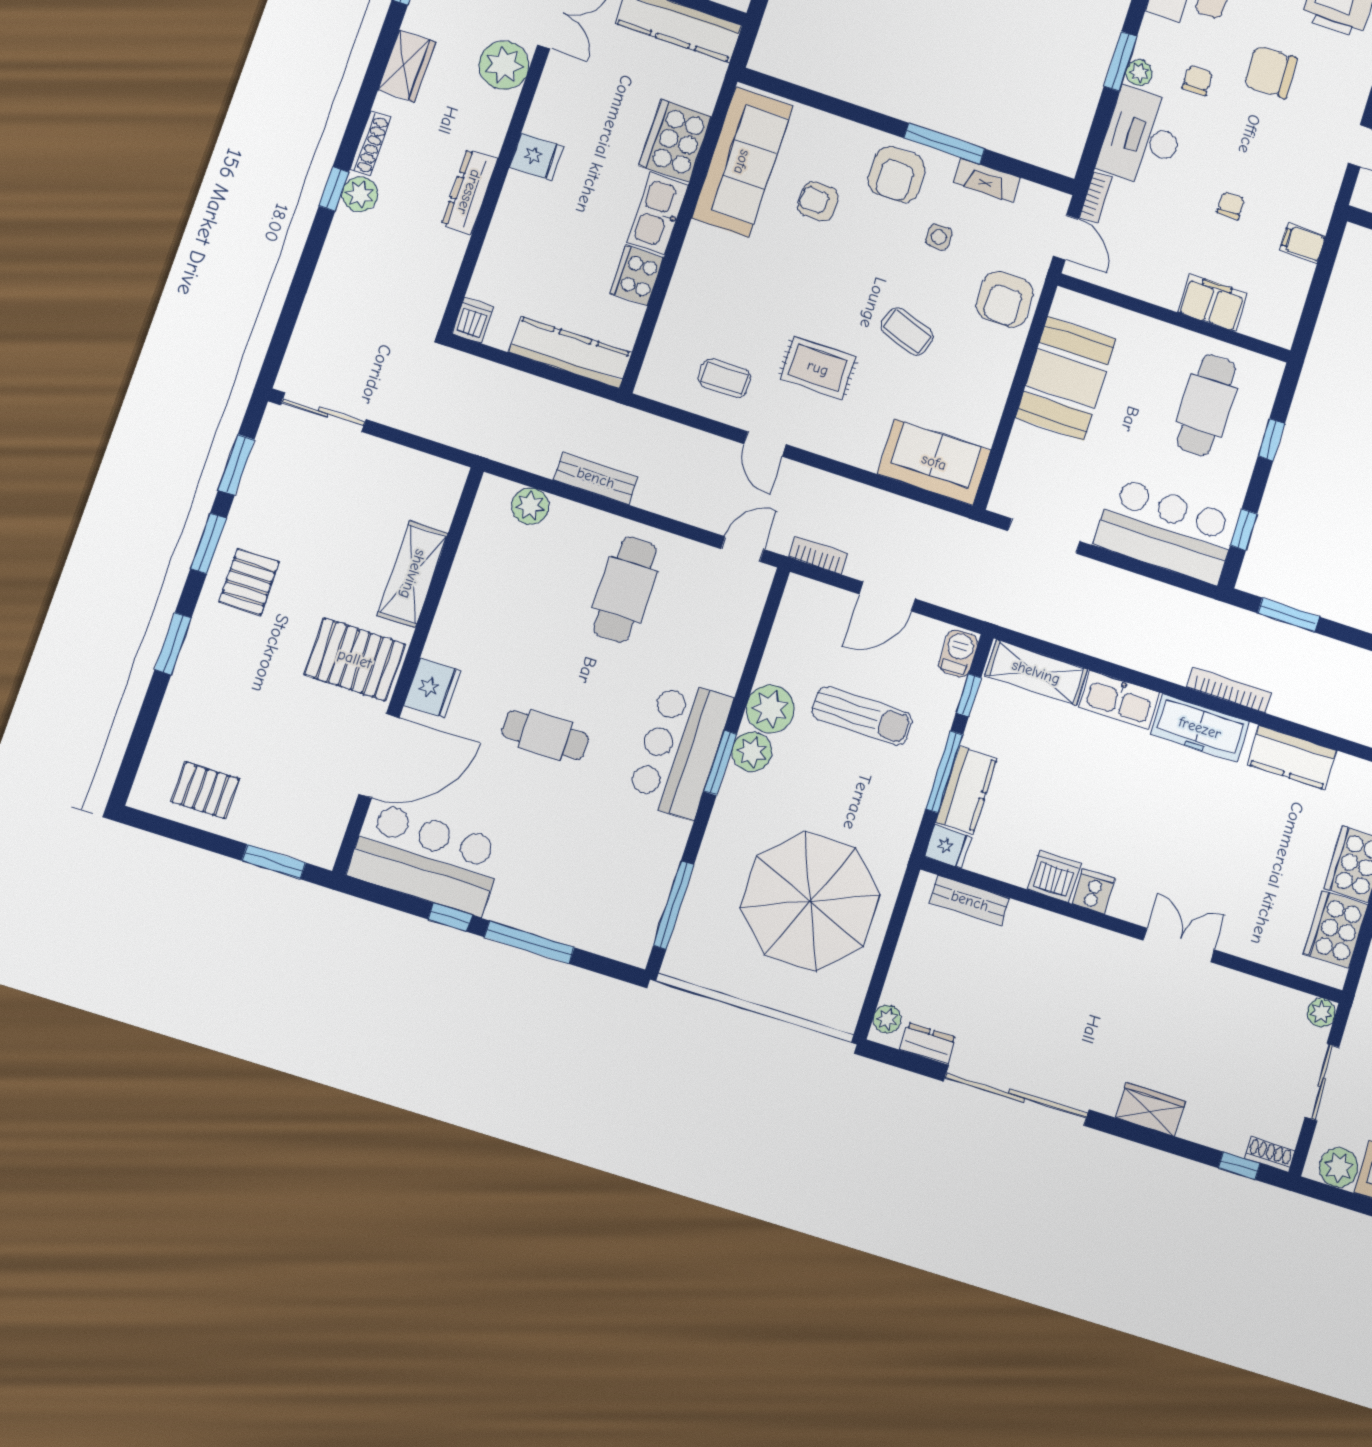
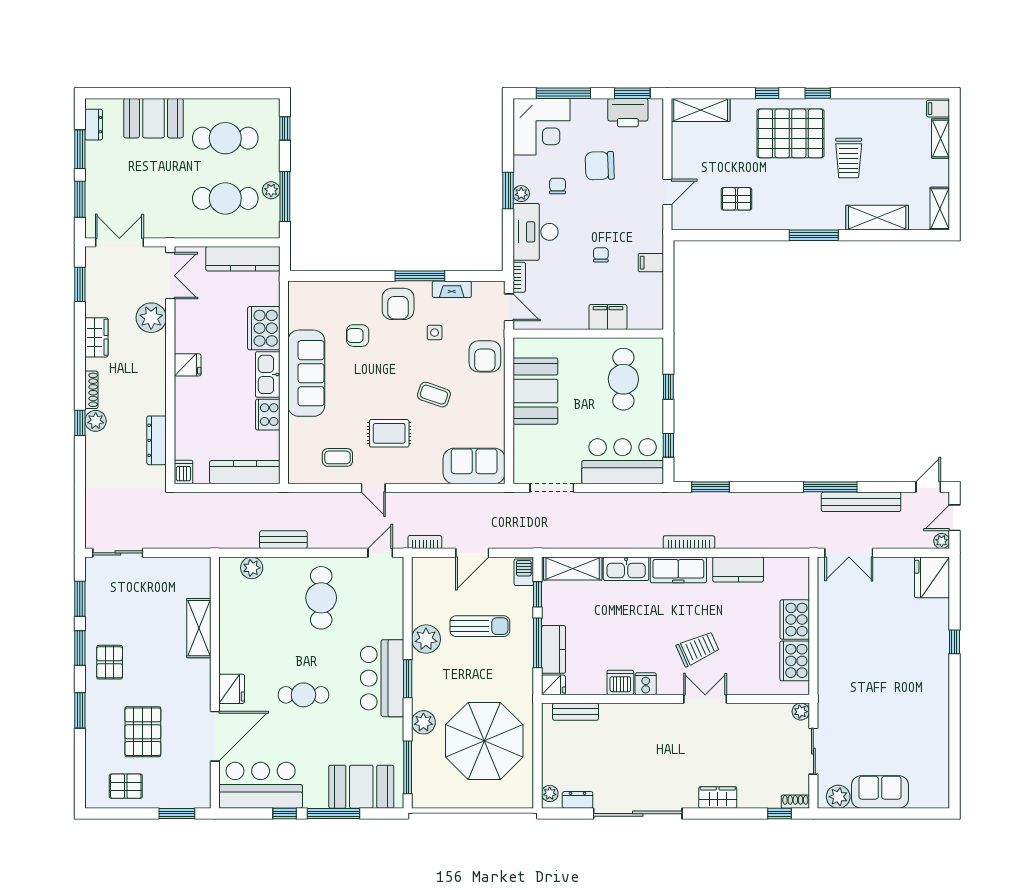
sofa: (742, 162) -> (306, 373), moved
dresser: (469, 192) -> (157, 440), moved
pallet: (355, 659) -> (143, 732), moved, turned 90
plant: (752, 752) -> (423, 722), moved
trolley: (1192, 862) -> (698, 649), added
booth: (589, 913) -> (361, 787), added

